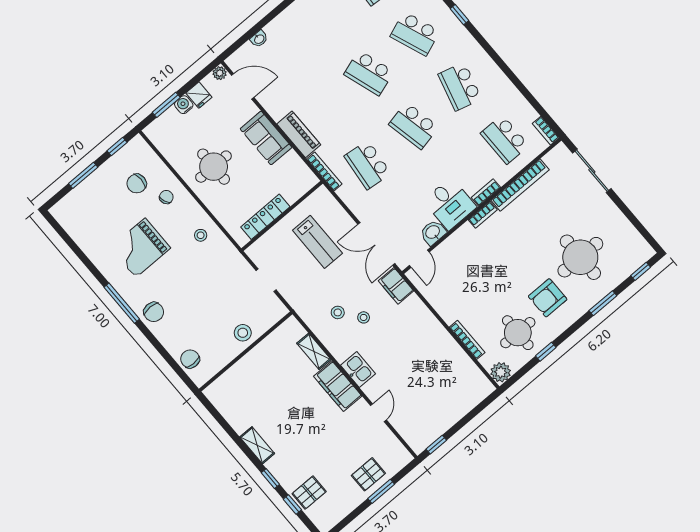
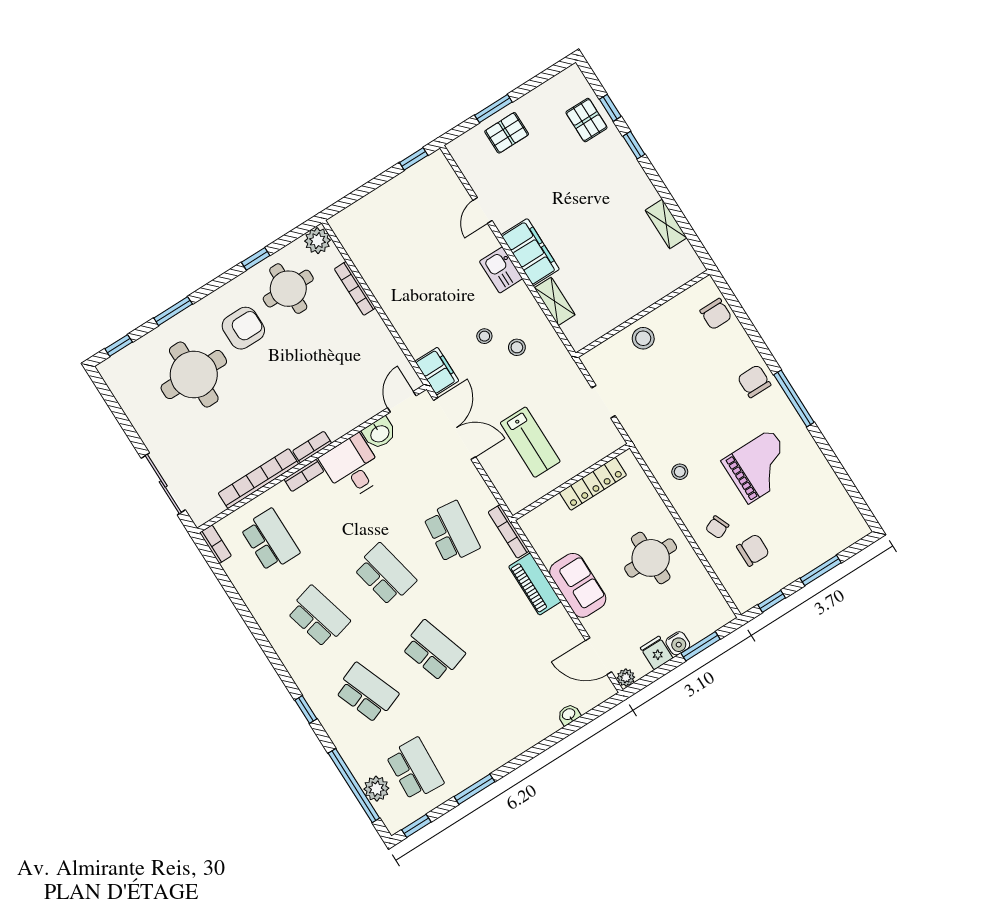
school desk: (460, 87) -> (318, 617), turned -30
lab bench: (317, 242) -> (530, 442), turned 180
shelving: (257, 445) -> (666, 224), moved
pallet: (309, 493) -> (586, 120), turned 90

